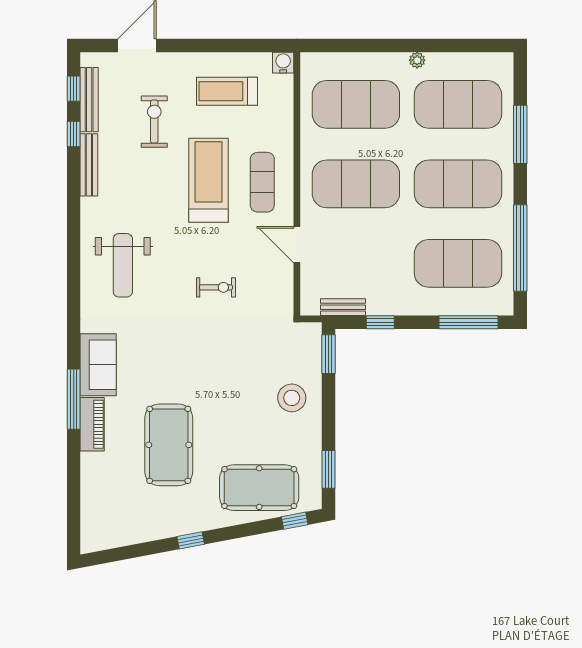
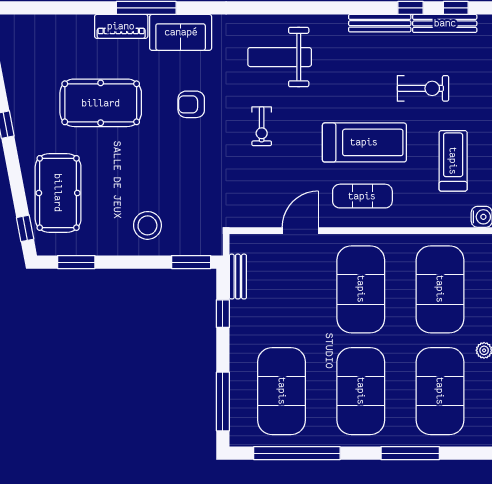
exercise bike: (216, 287) -> (262, 126), moved
armchair: (170, 354) -> (191, 104), added

